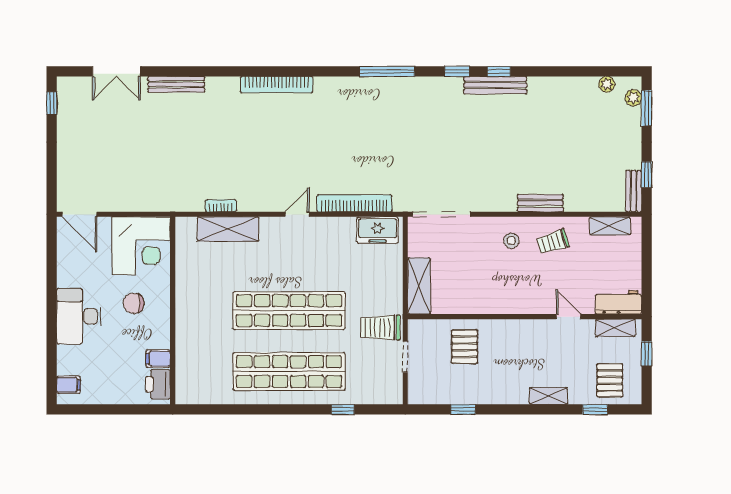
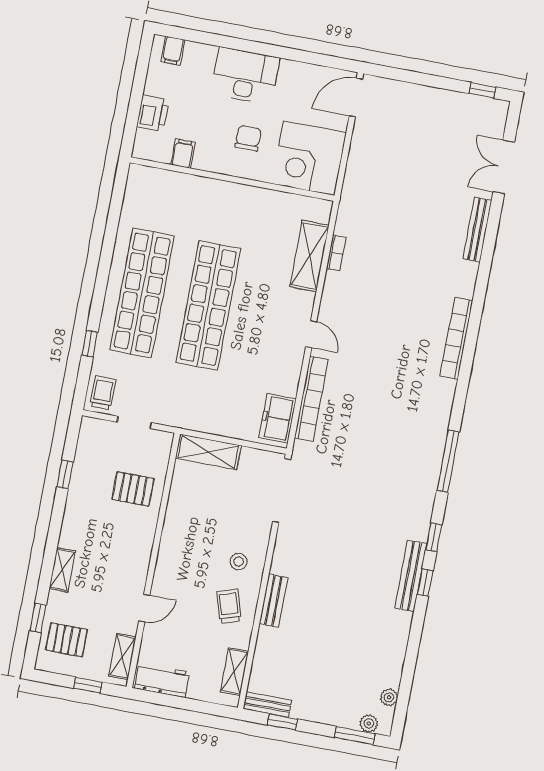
workbench: (618, 302) -> (162, 680), moved, turned -90
trolley: (380, 328) -> (103, 393), moved, width x0.73, depth x0.72
printer: (158, 384) -> (153, 113), moved, turned 90

